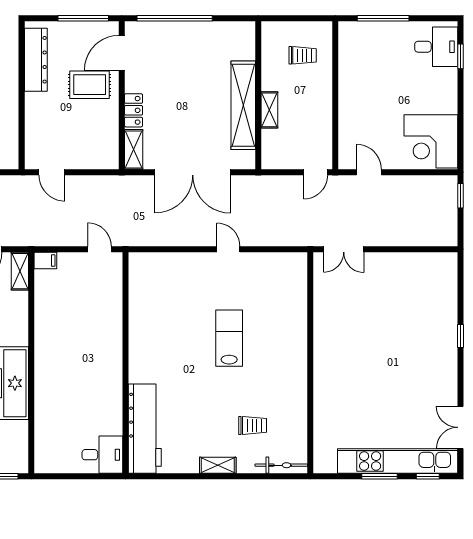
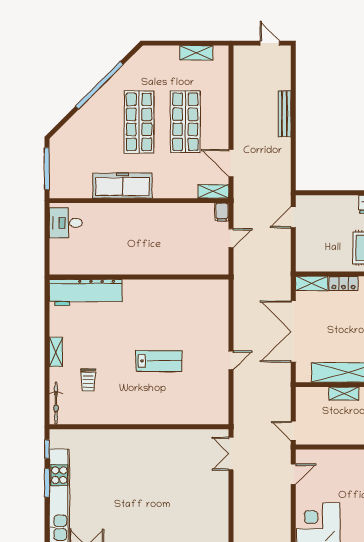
door: (100, 249) -> (231, 238), moved
desk: (102, 455) -> (66, 223), moved, turned 90
window: (428, 476) -> (47, 449), moved

